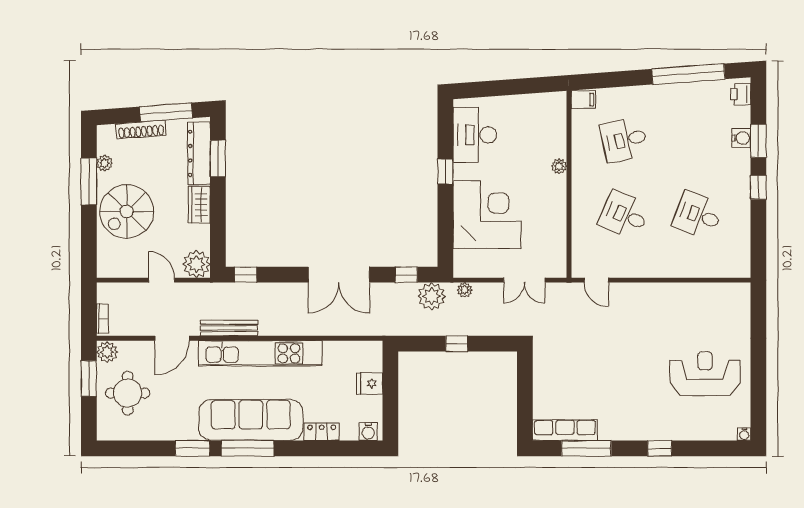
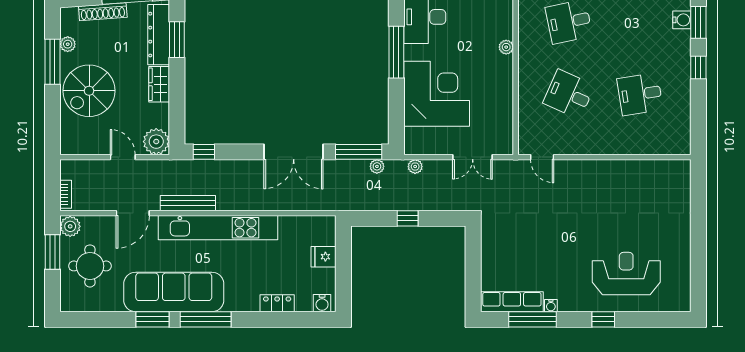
window: (445, 171) -> (396, 52), width x2.17
desk: (698, 215) -> (640, 94), turned -30
window: (406, 275) -> (359, 152), width x2.17
plant: (432, 296) -> (377, 166), width x0.53, depth x0.53
reception desk: (705, 374) -> (626, 274), moved
sofa: (251, 420) -> (174, 292), moved
water cooler: (744, 434) -> (551, 306), moved

